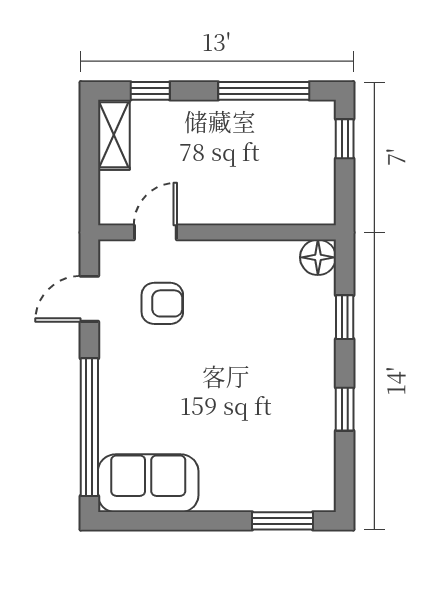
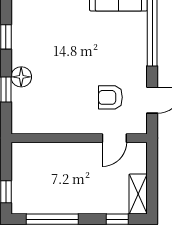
floor lamp: (318, 257) -> (21, 77), moved

